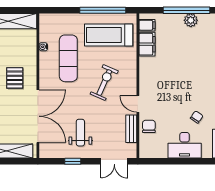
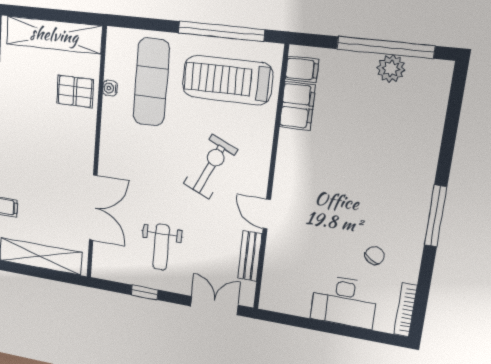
exercise mat: (68, 58) -> (151, 82), moved
pallet: (15, 78) -> (75, 91), moved, turned 90
double door: (38, 116) -> (93, 208), width x0.73
chair: (149, 126) -> (282, 257), removed
weight bench: (80, 133) -> (161, 247), turned 180
double door: (114, 161) -> (214, 306), swing flipped

